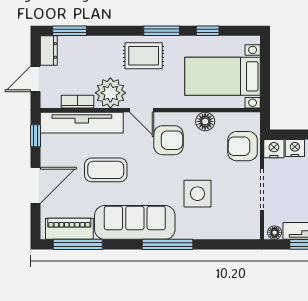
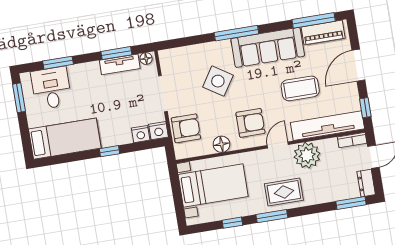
bookcase: (78, 102) -> (352, 140), moved
door: (142, 110) -> (278, 145), hinge flipped
armchair: (168, 140) -> (250, 123), turned 180
side table: (197, 194) -> (218, 81), turned 33

